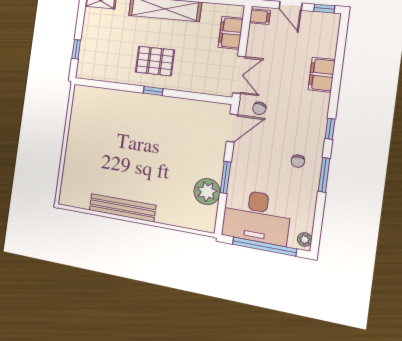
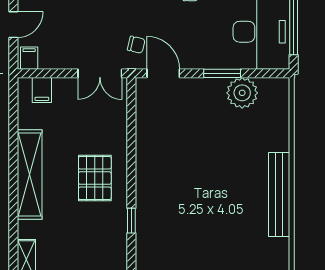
filing cabinet: (231, 33) -> (42, 90), width x0.50
double door: (239, 75) -> (100, 73), swing flipped
window: (153, 91) -> (131, 221), moved

